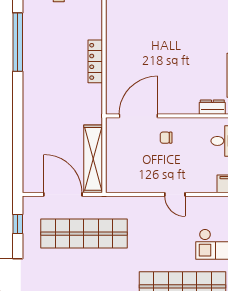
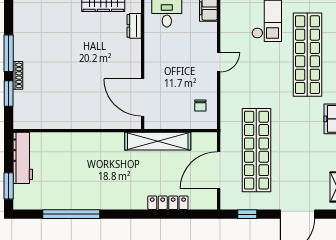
locker: (95, 61) -> (168, 203), moved, turned 180
chair: (166, 138) -> (200, 106), moved
shelving: (93, 159) -> (158, 141), moved

